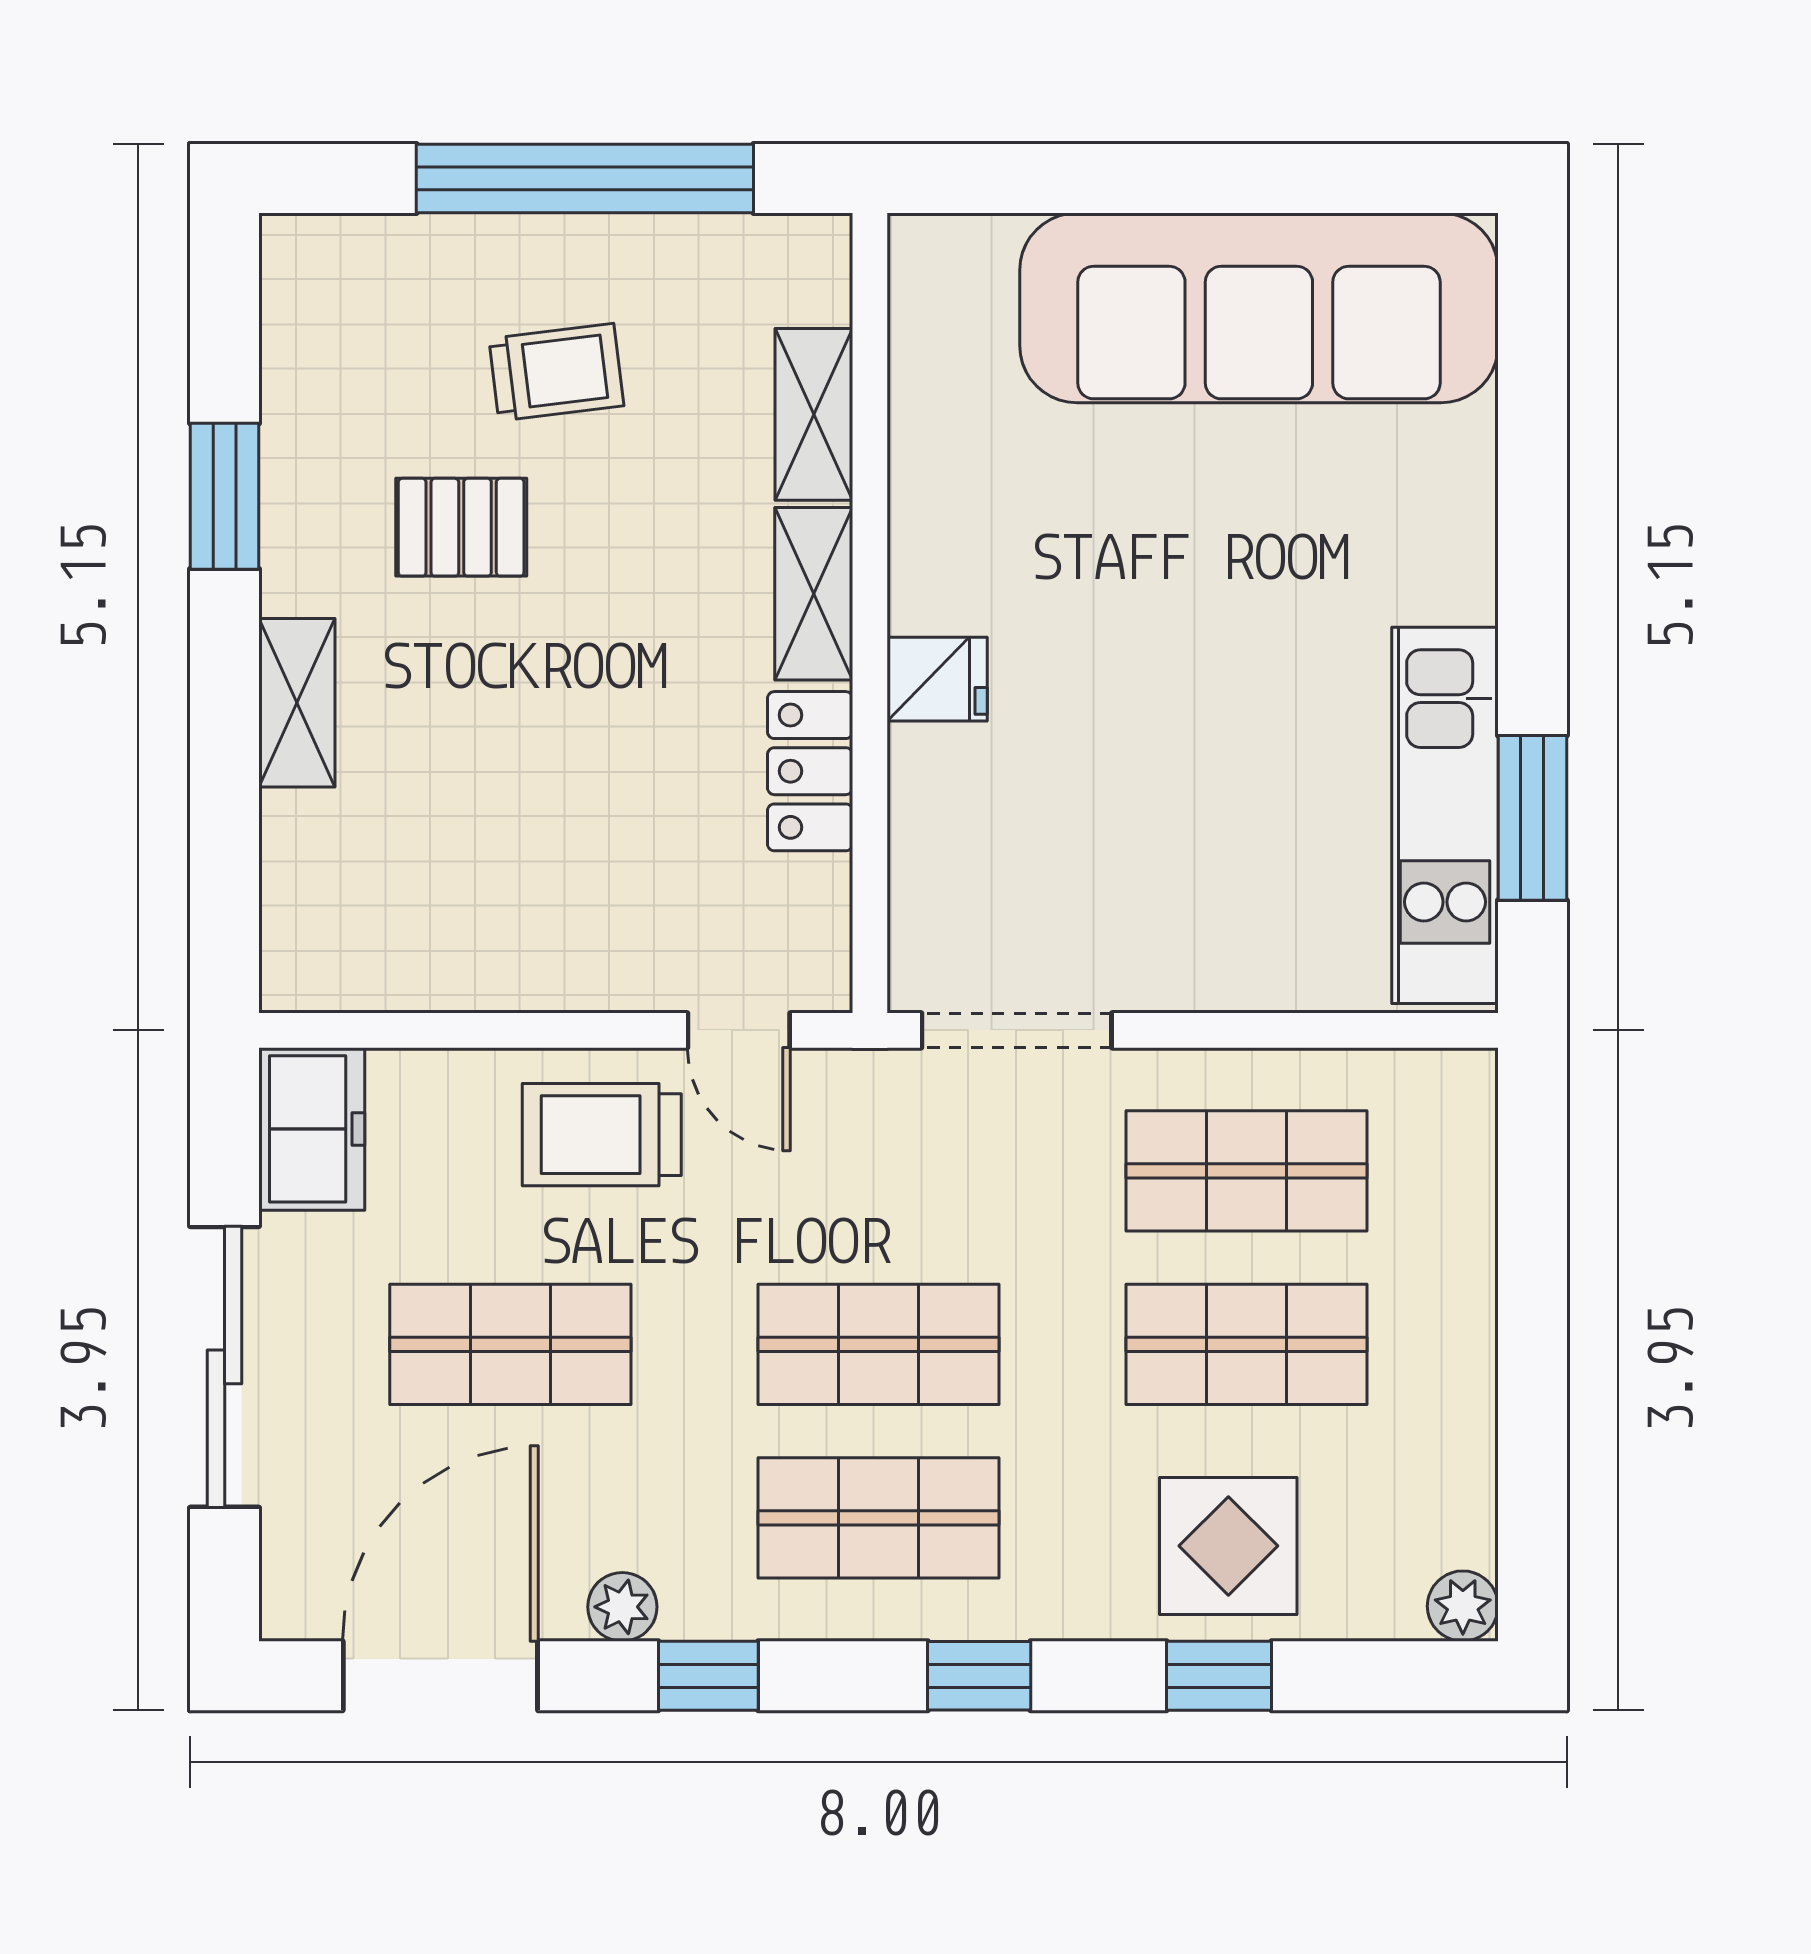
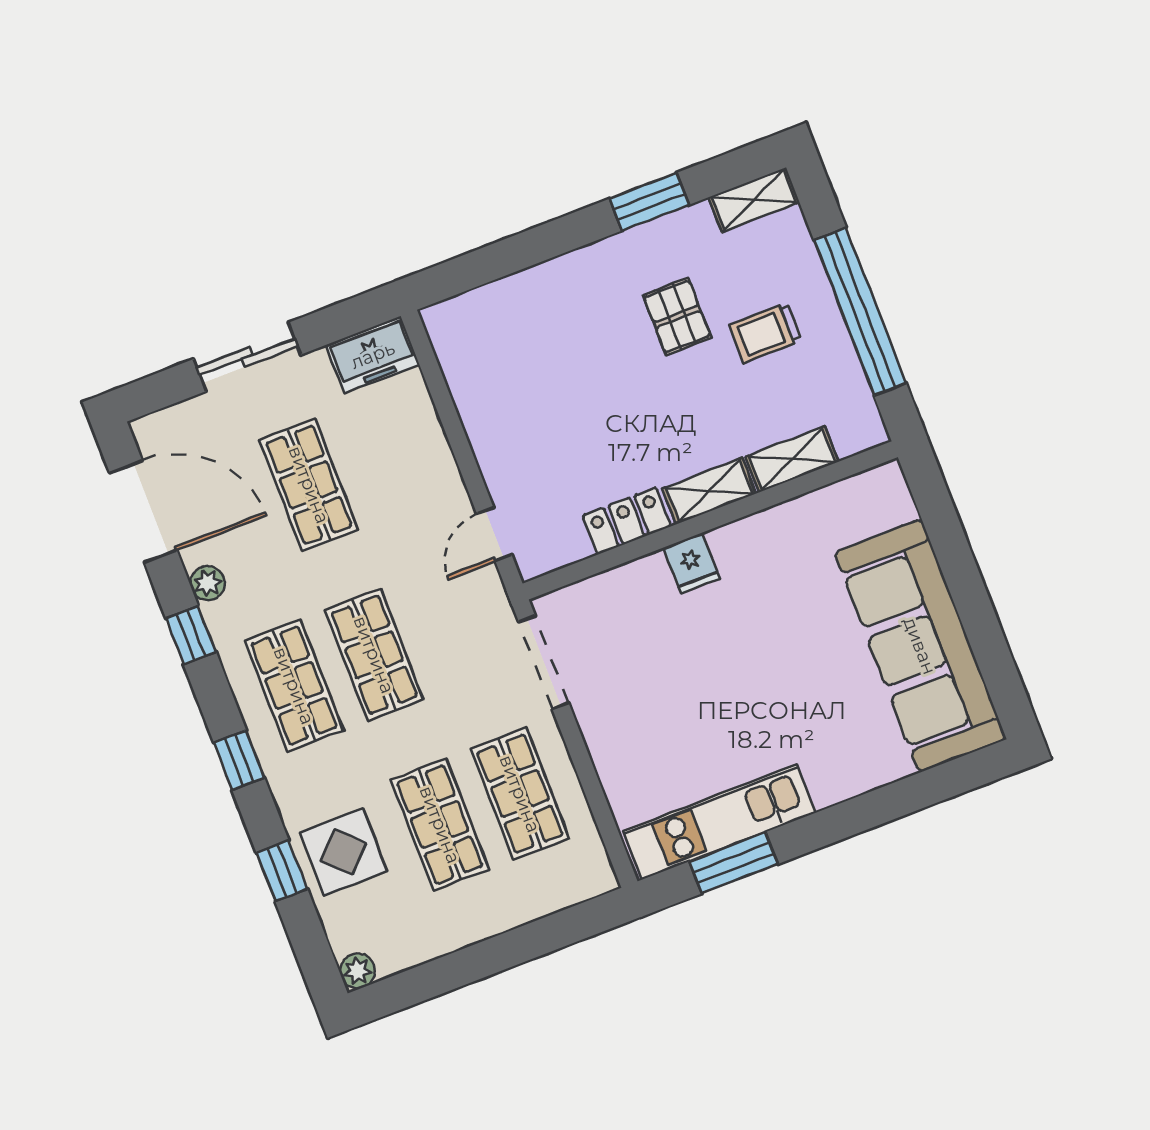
trolley: (556, 372) -> (766, 333), turned 97
shelving: (297, 703) -> (754, 200), moved
trolley: (602, 1135) -> (422, 490), removed
sliding door: (225, 1367) -> (247, 357), width x0.73

